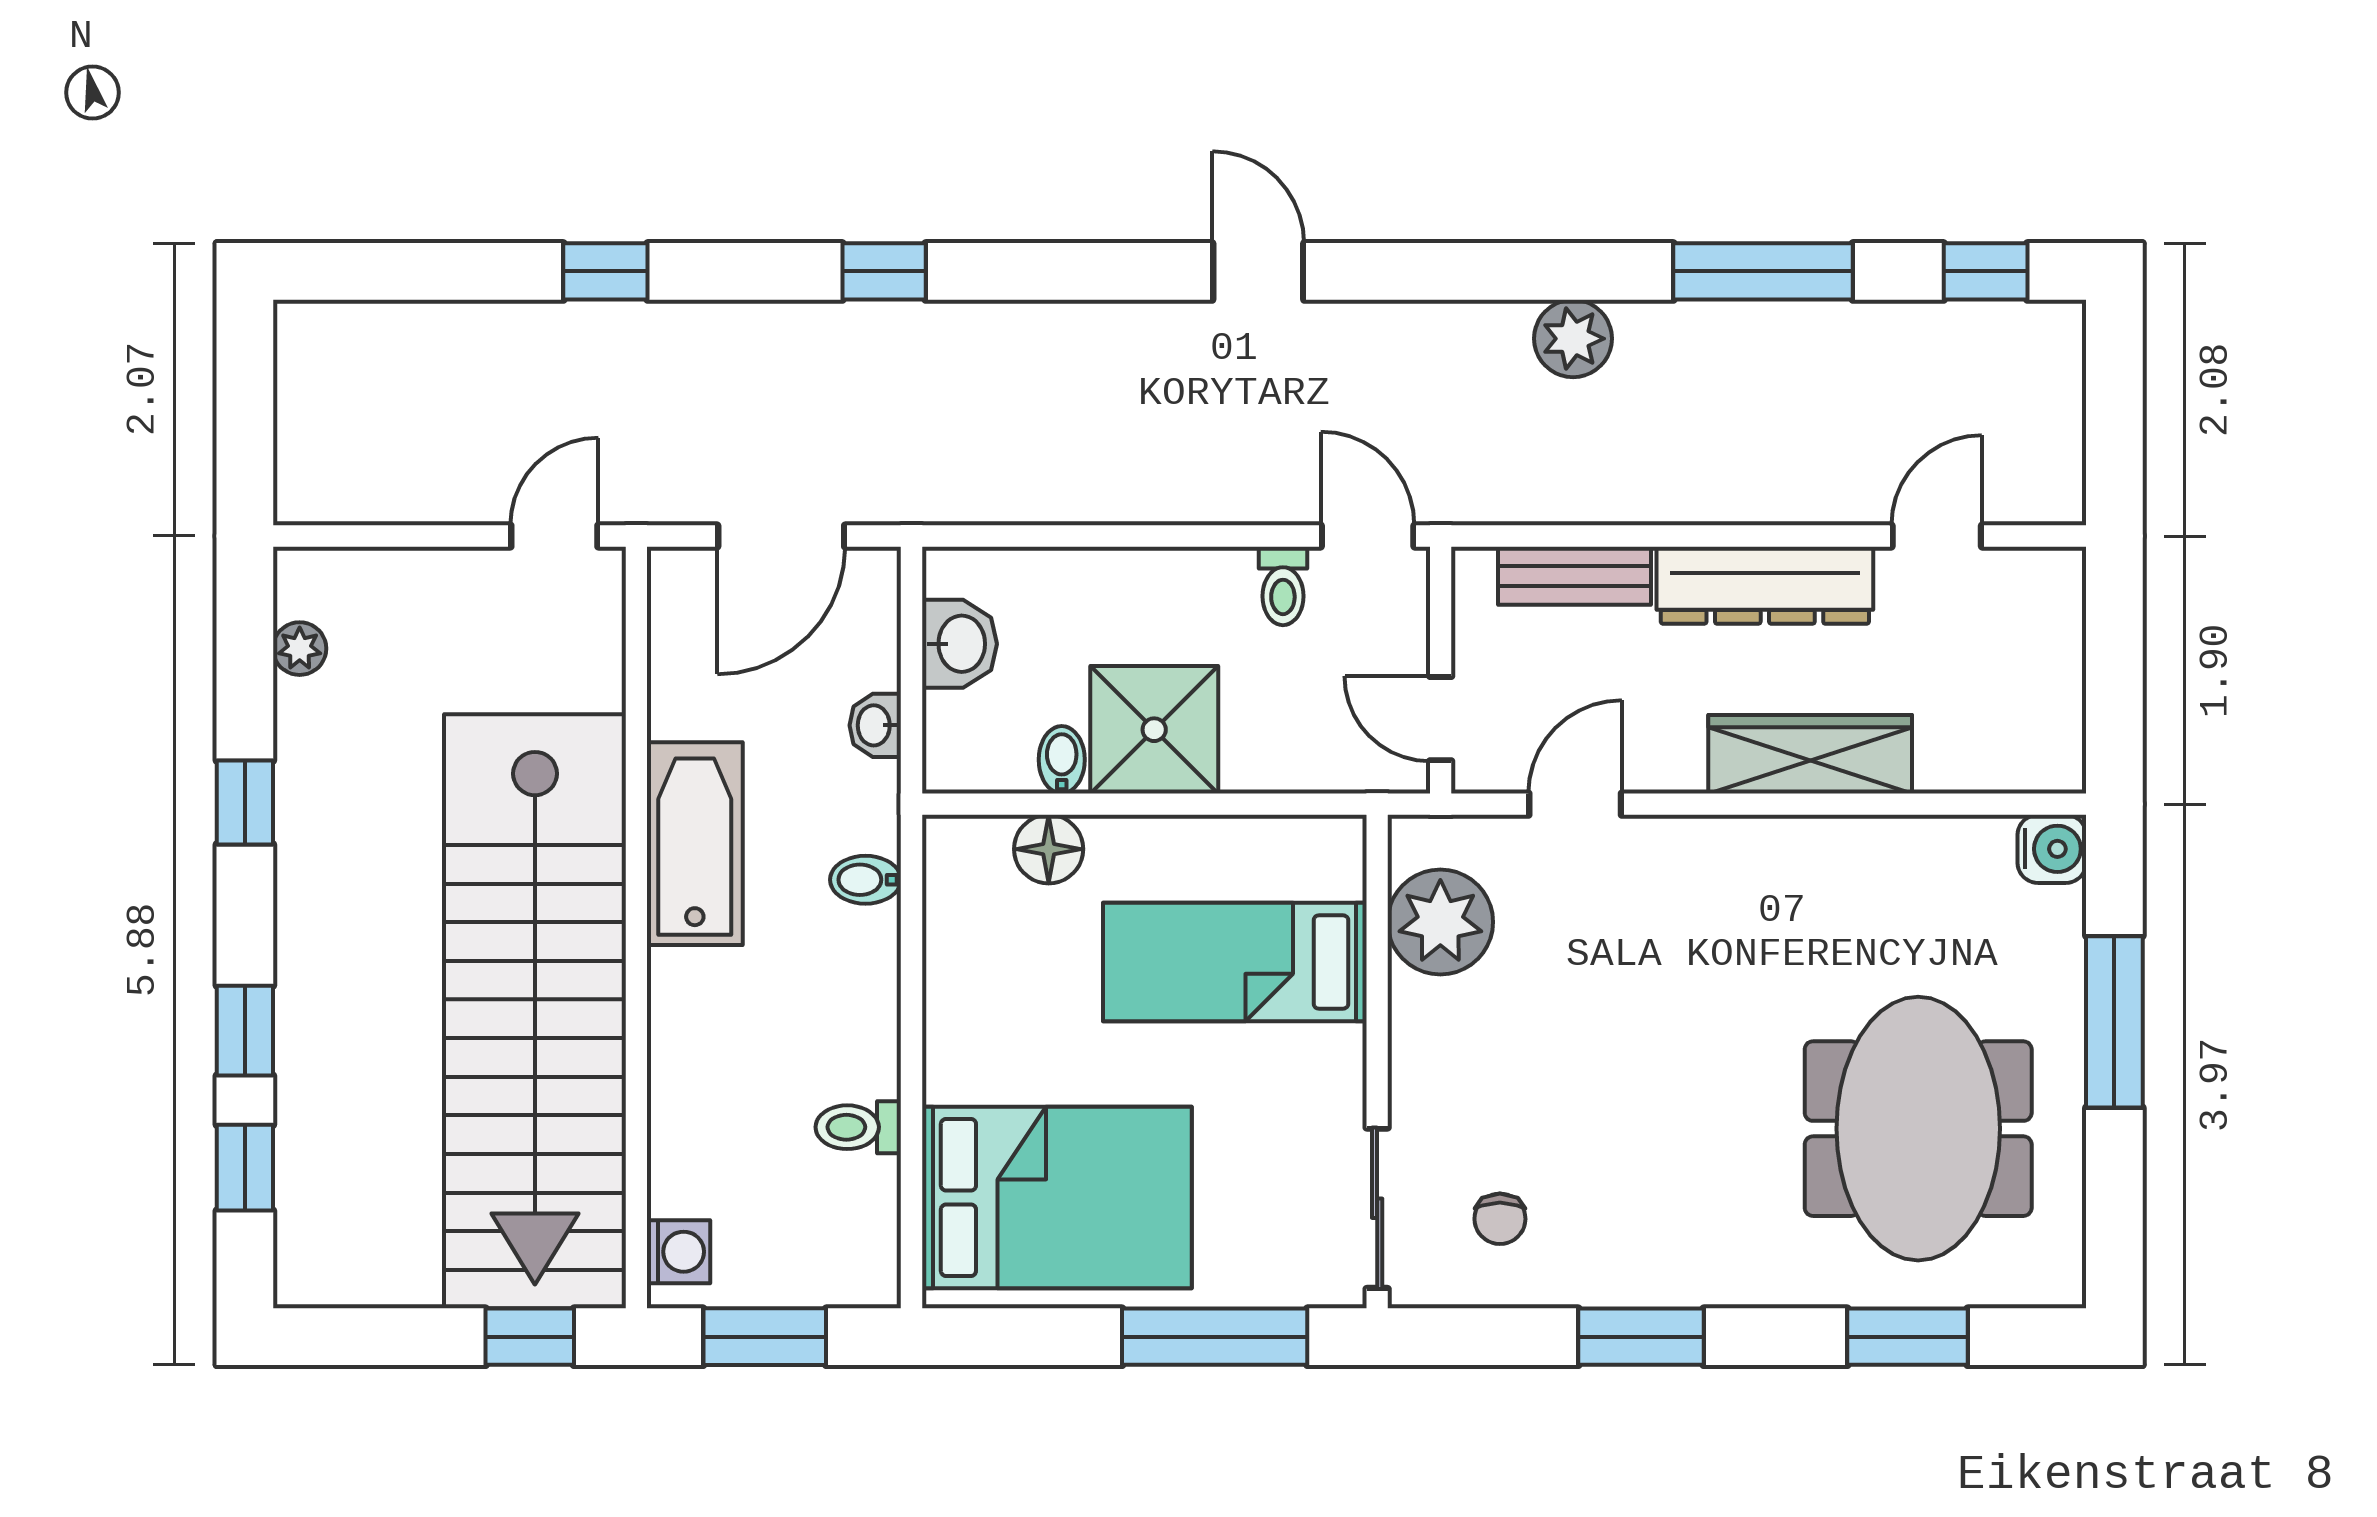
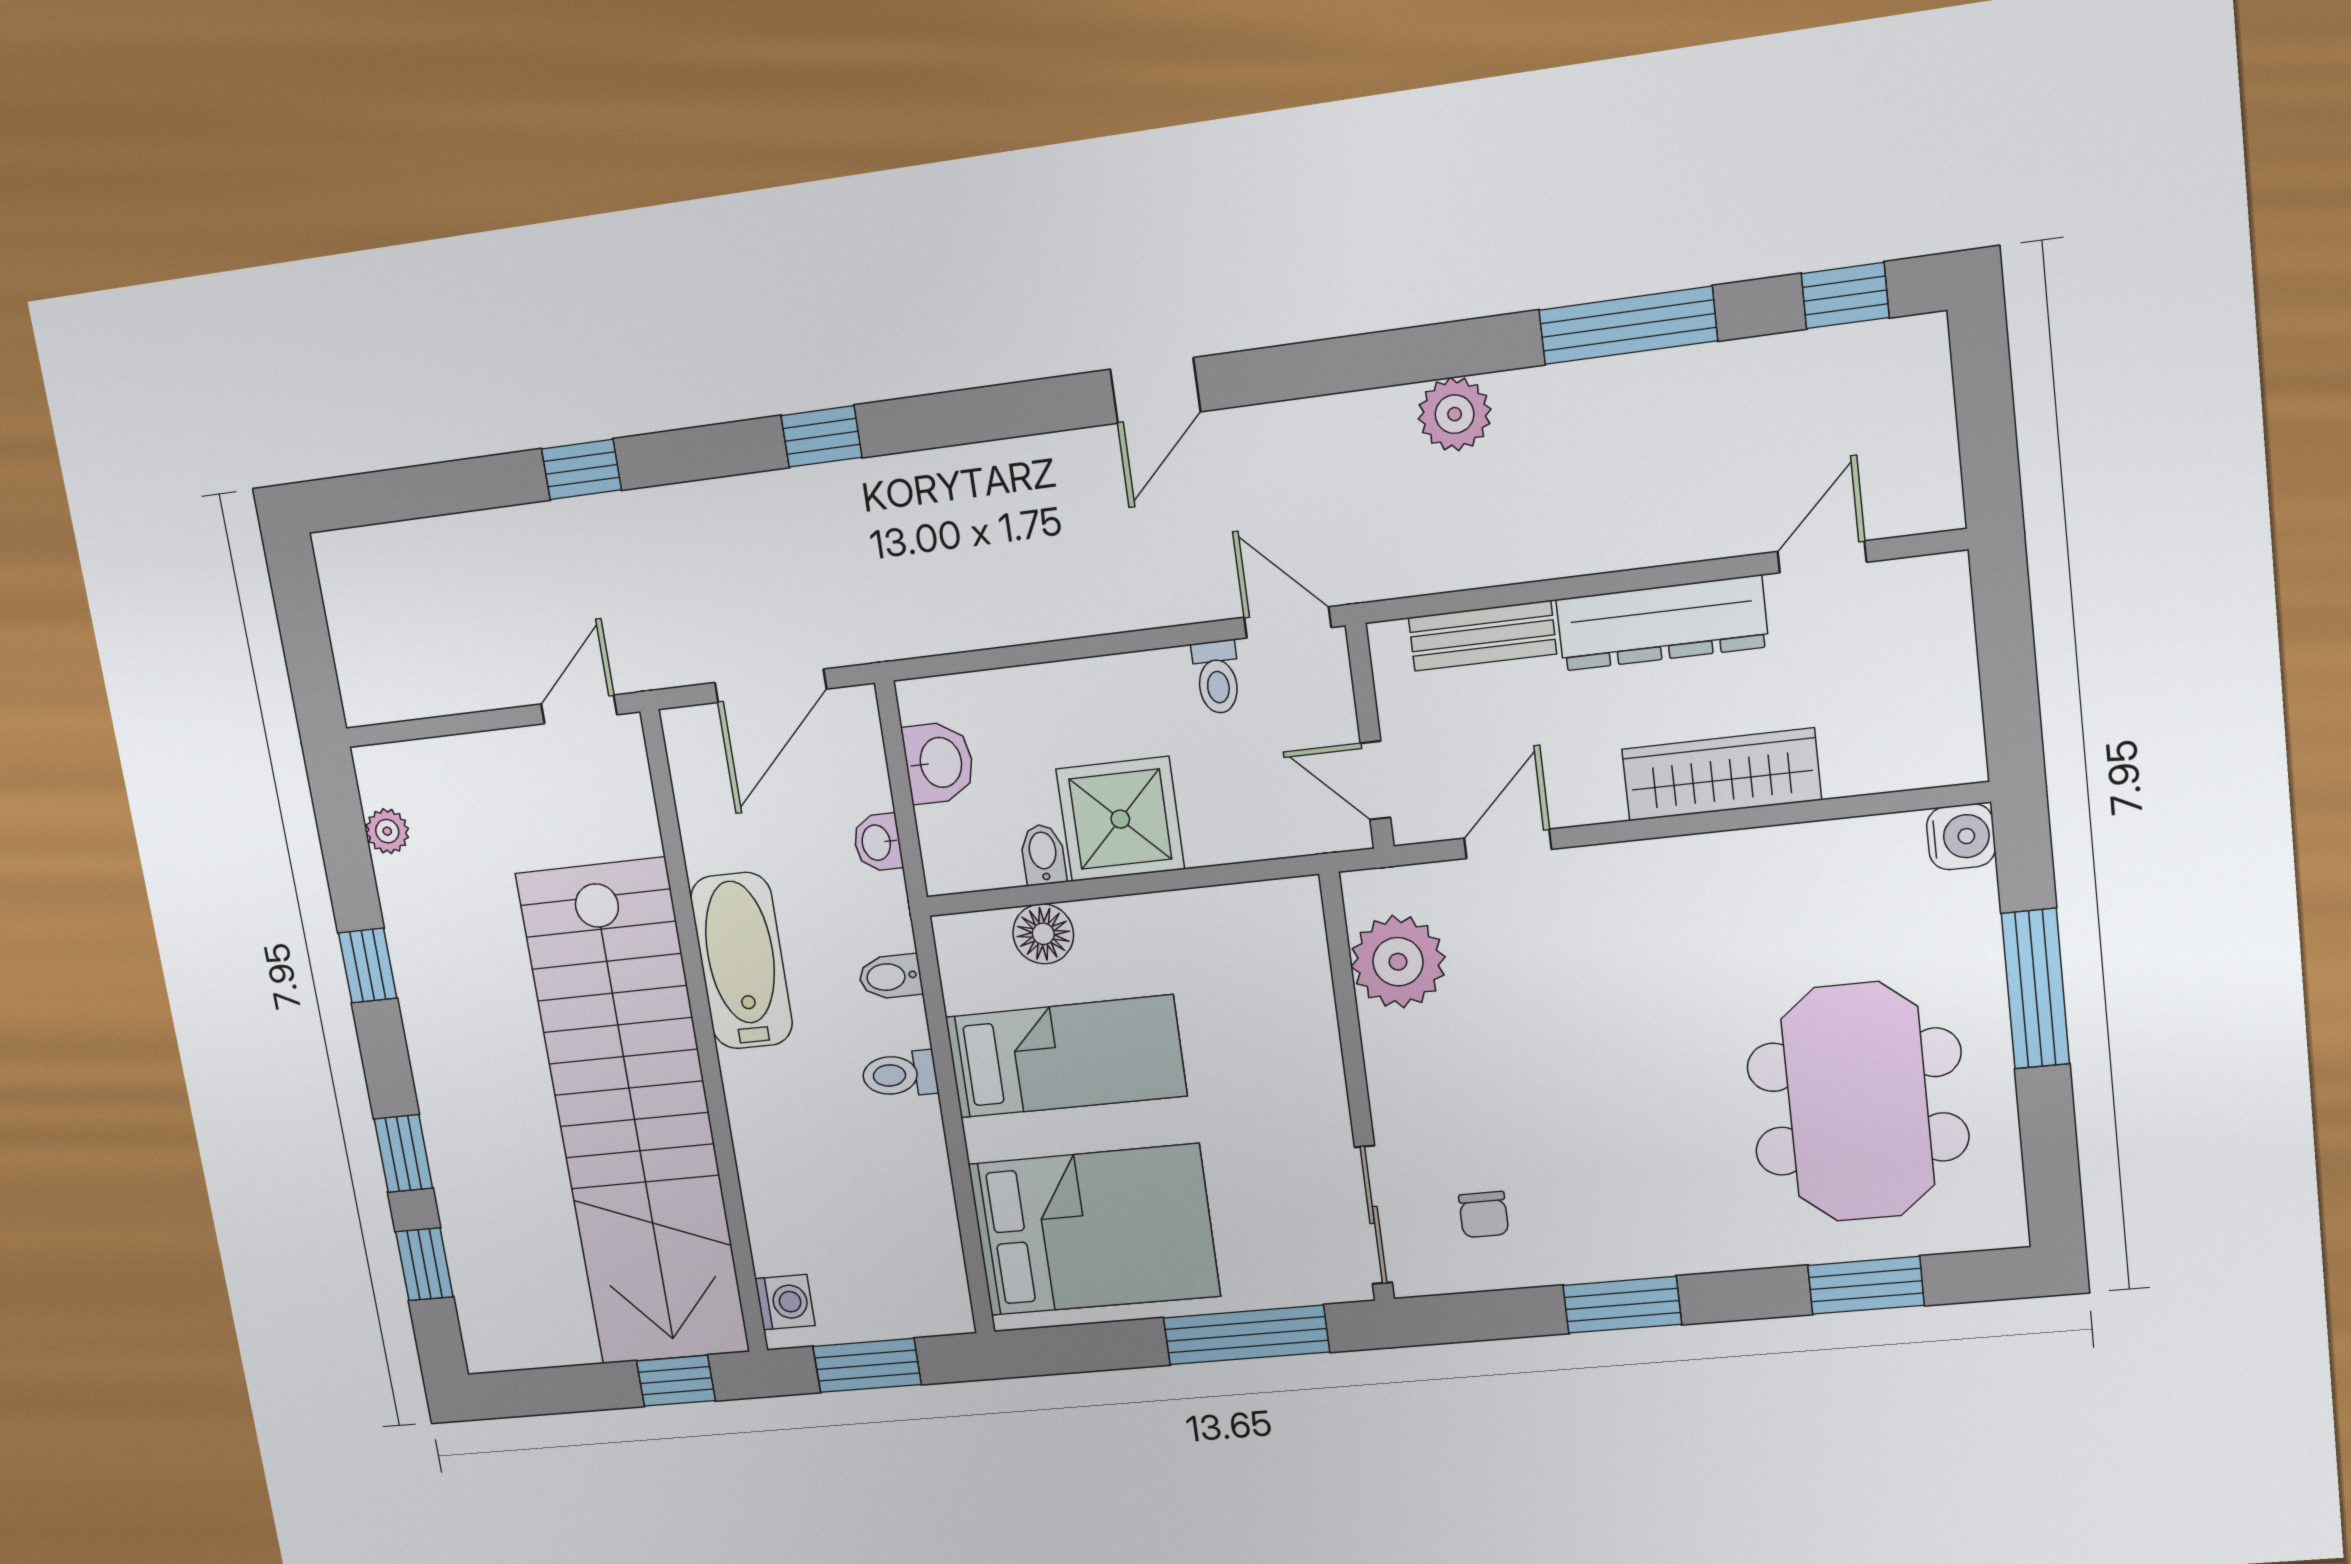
door: (1258, 271) -> (1155, 390), swing flipped
bed: (1235, 962) -> (1066, 1057), moved, turned 180
toilet: (858, 1127) -> (900, 1075), moved

